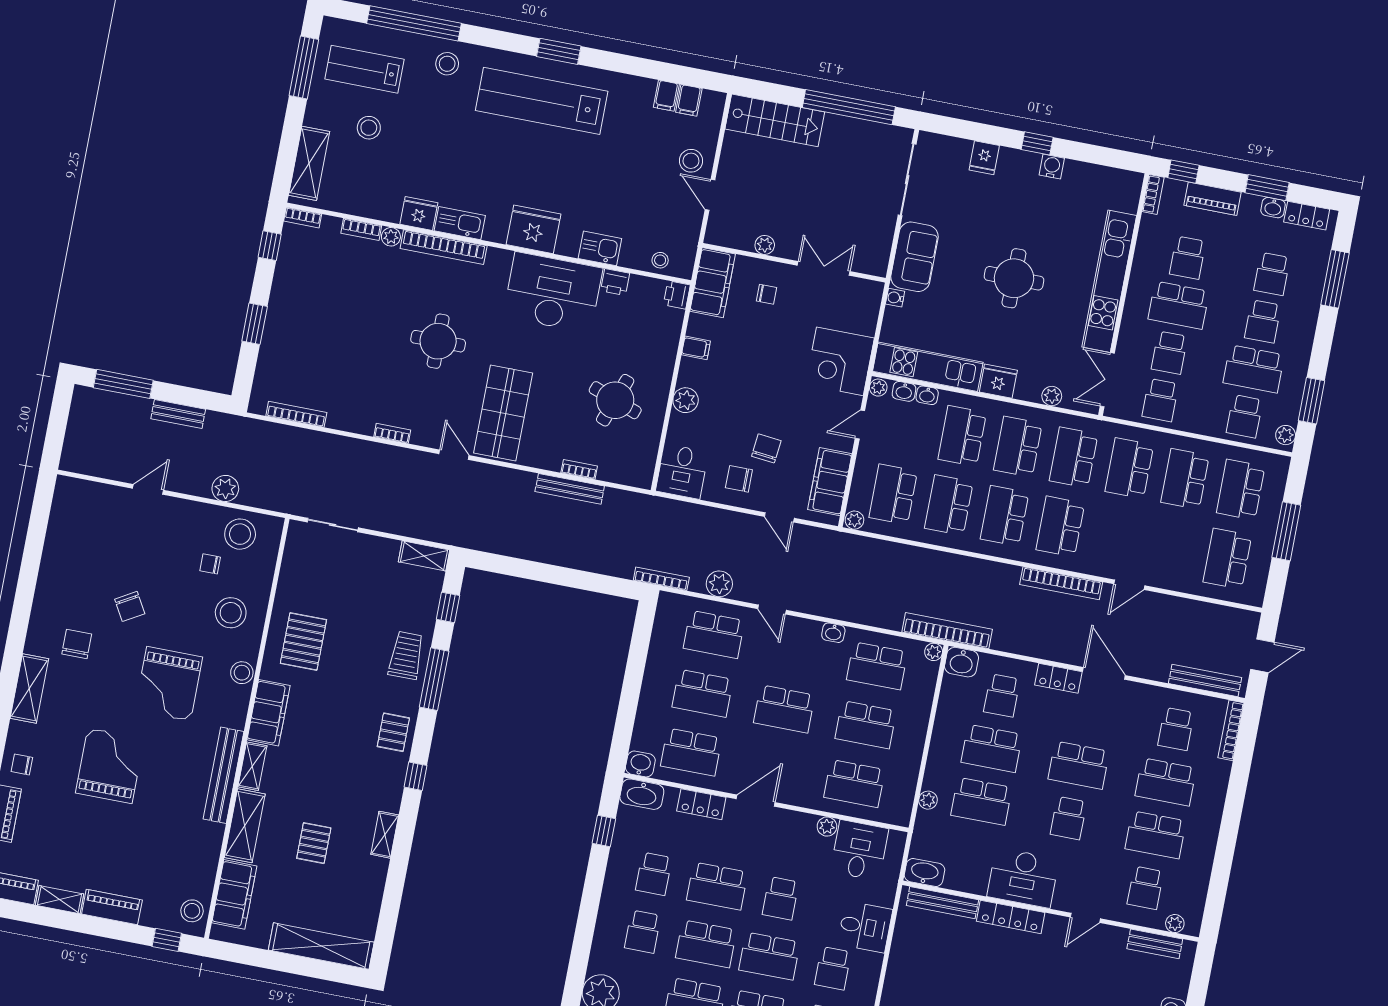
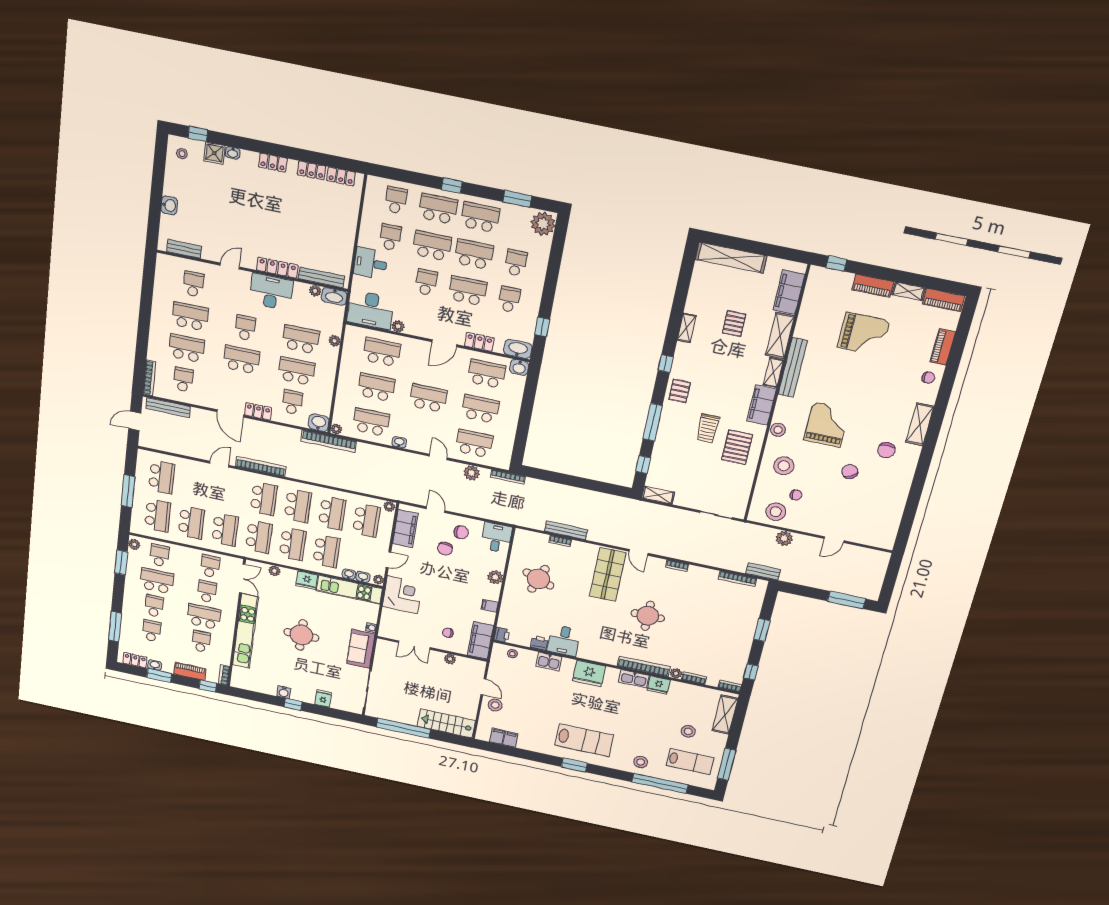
lab bench: (542, 101) -> (584, 740), width x0.73
desk: (553, 293) -> (564, 641), width x0.53, depth x0.77
bench: (178, 414) -> (763, 571), moved
trolley: (406, 655) -> (708, 428), moved
grand piano: (110, 766) -> (863, 334), moved, turned -90
desk: (859, 850) -> (371, 310), width x1.37
stool: (192, 911) -> (818, 282), removed
plant: (1175, 924) -> (315, 291), moved

